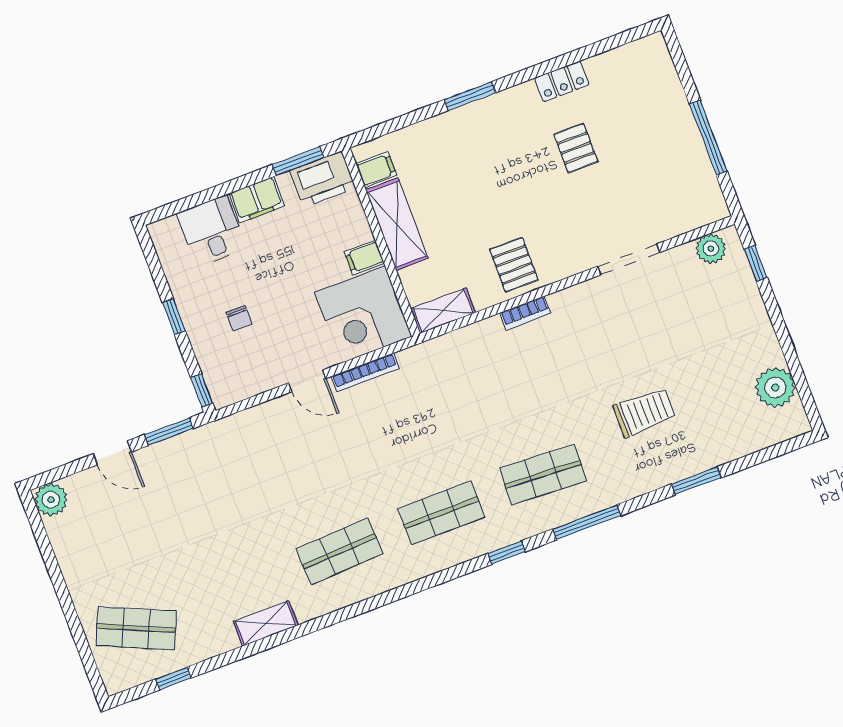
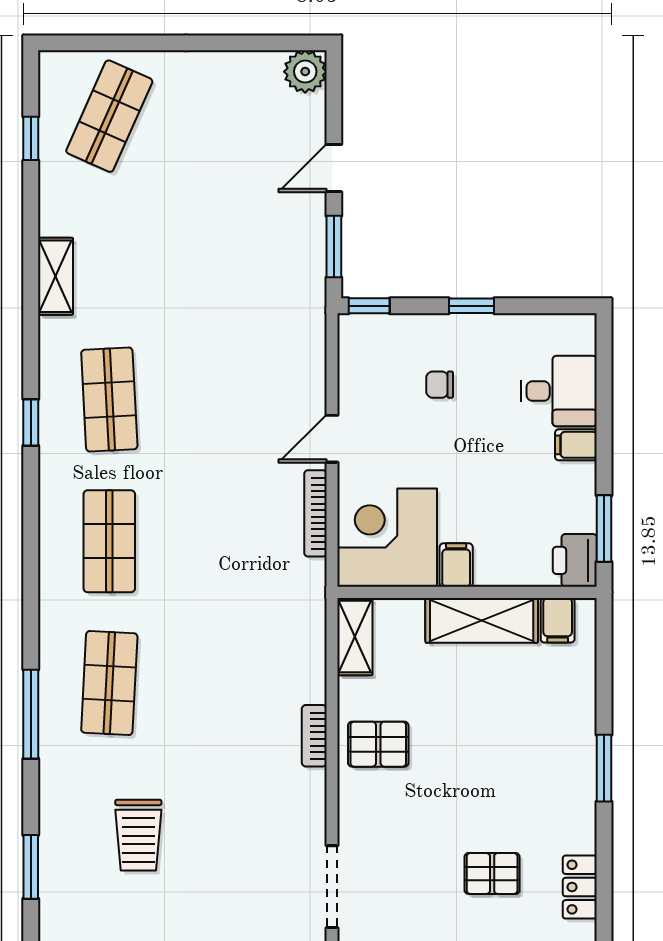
printer: (323, 179) -> (575, 560), width x0.73, depth x0.84
filing cabinet: (257, 200) -> (576, 445), width x0.50
window: (506, 553) -> (31, 422), moved

